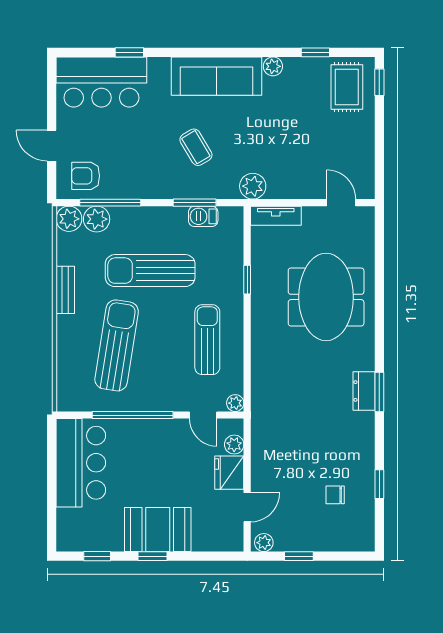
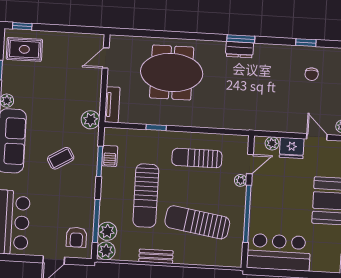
plant: (235, 403) -> (241, 180), moved

